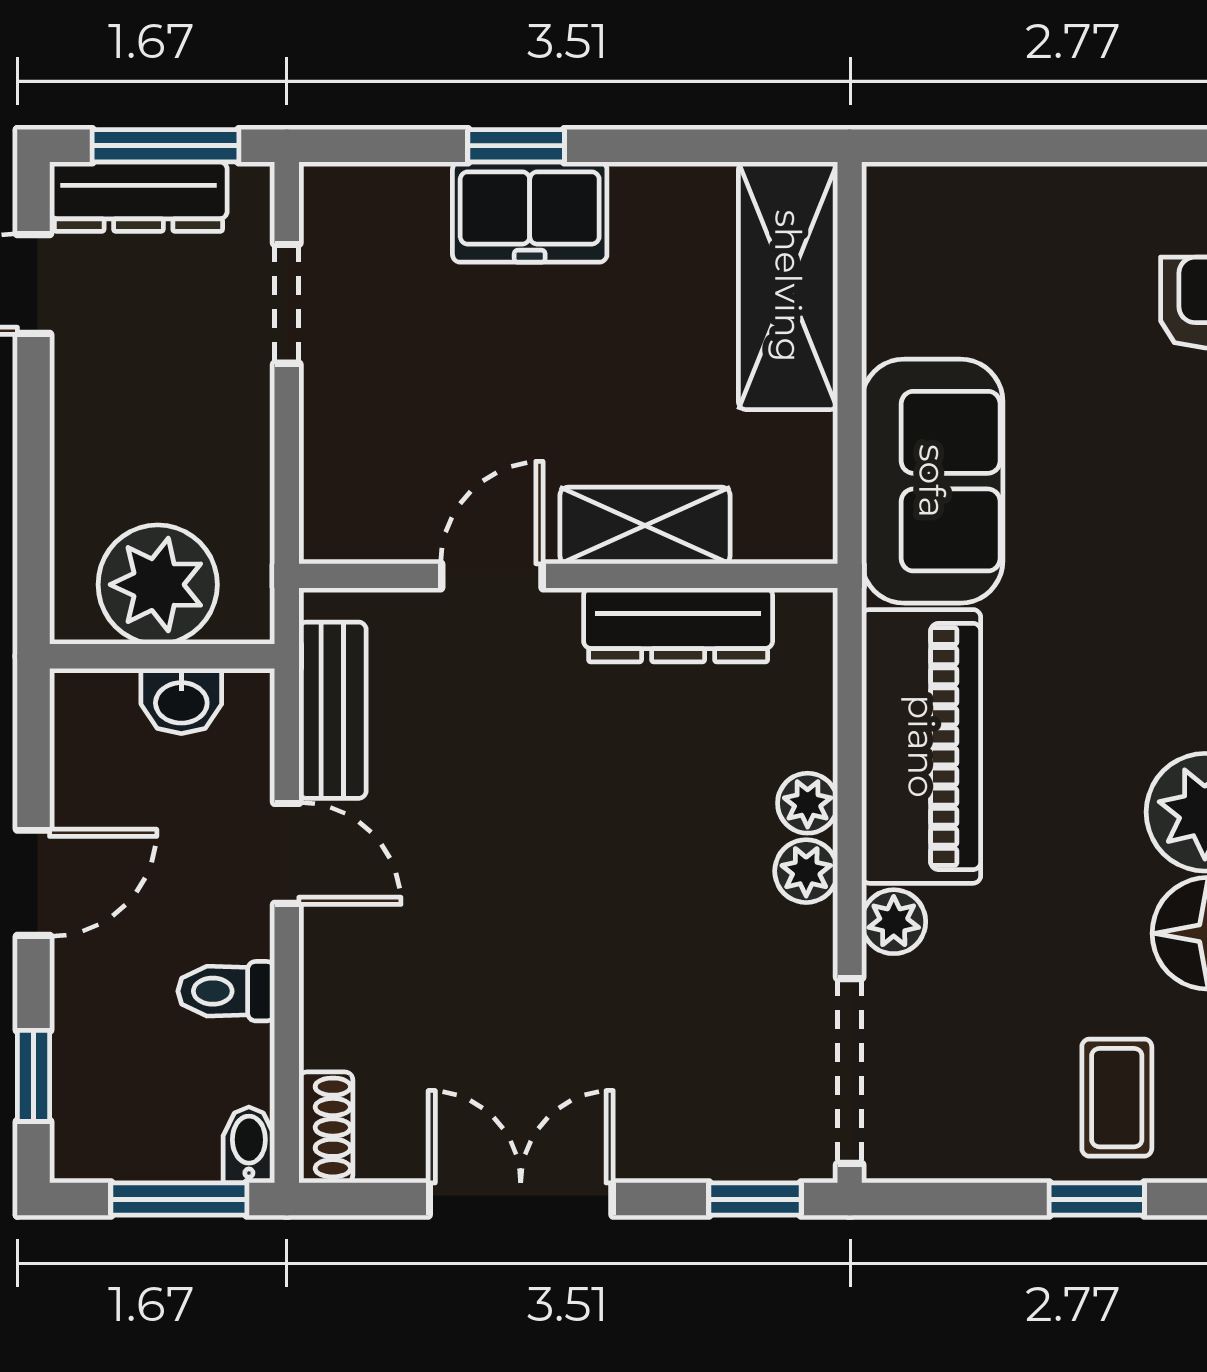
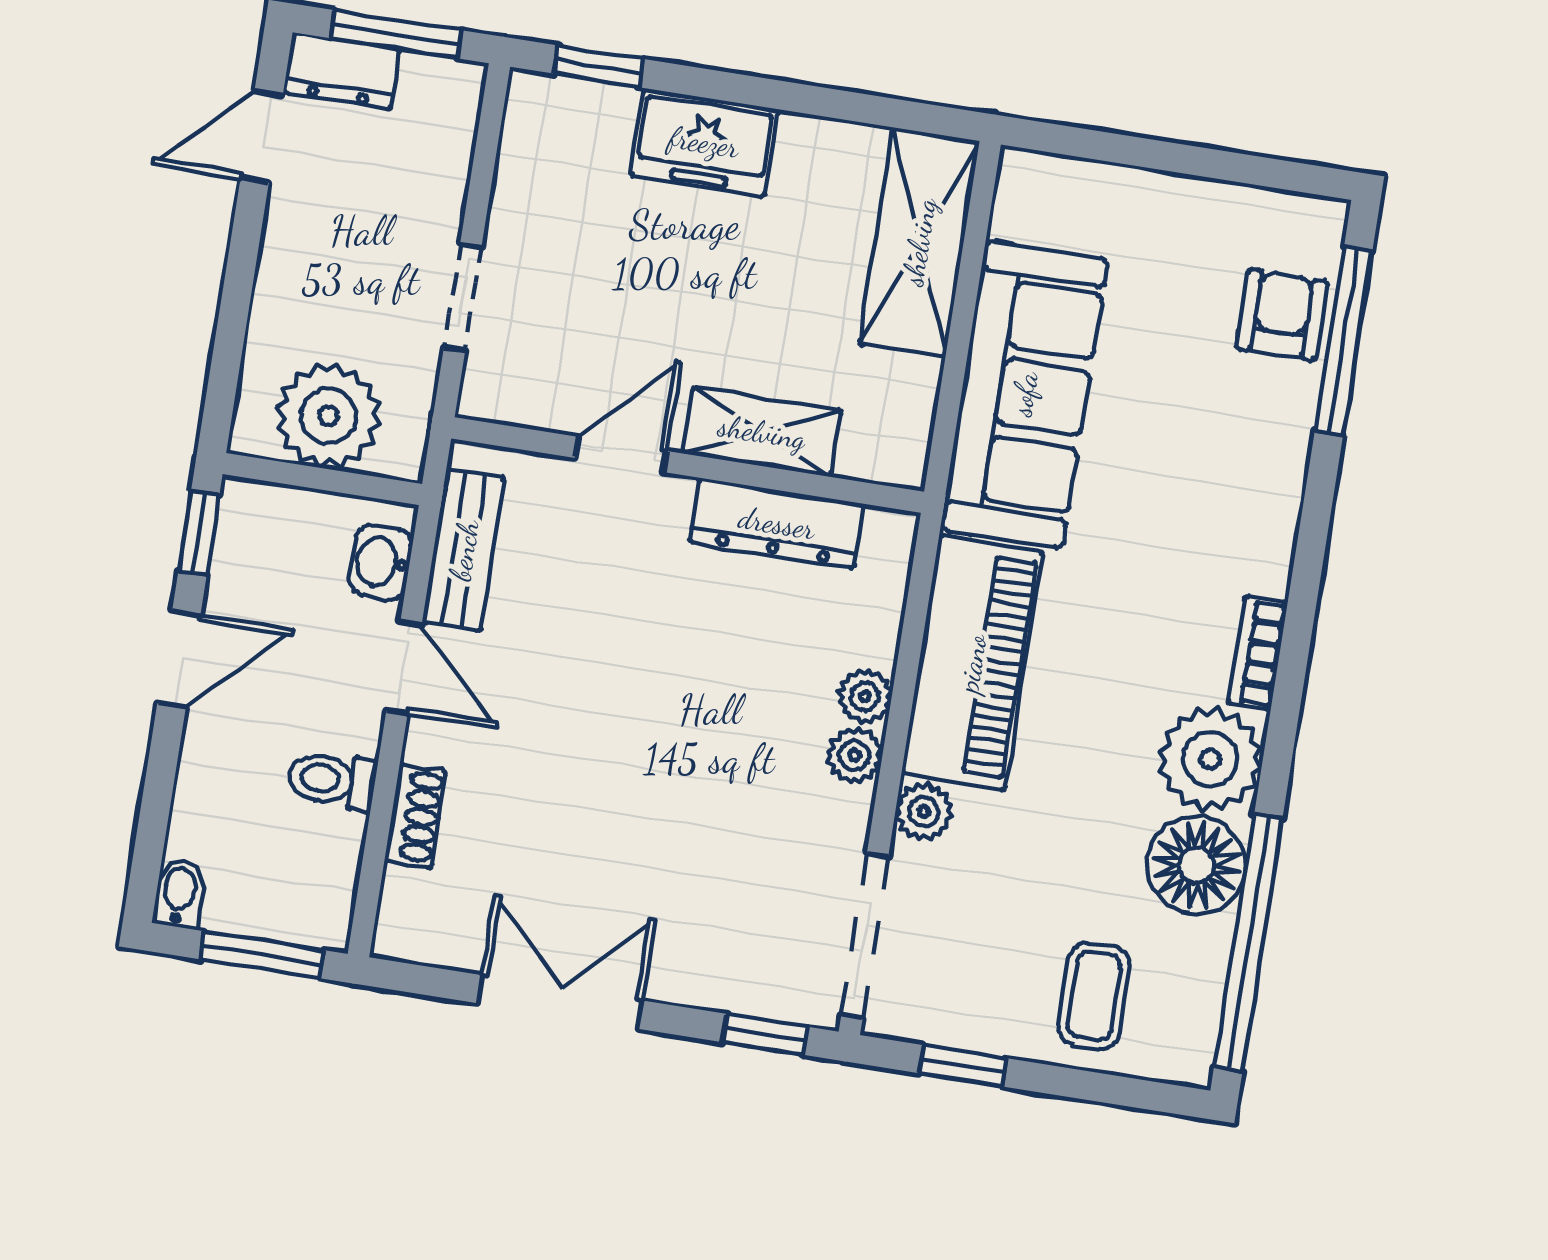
window: (516, 146) -> (599, 66), moved
dresser: (138, 197) -> (342, 71), width x0.70
doorway: (287, 304) -> (463, 297), moved
sofa: (932, 481) -> (1024, 394), width x1.36
washbasin: (181, 701) -> (381, 562), moved, turned 90
window: (34, 1076) -> (199, 533), moved
shoe rack: (326, 1127) -> (415, 816), moved
bidet: (249, 1145) -> (179, 893), moved
window: (1097, 1199) -> (962, 1066), moved

